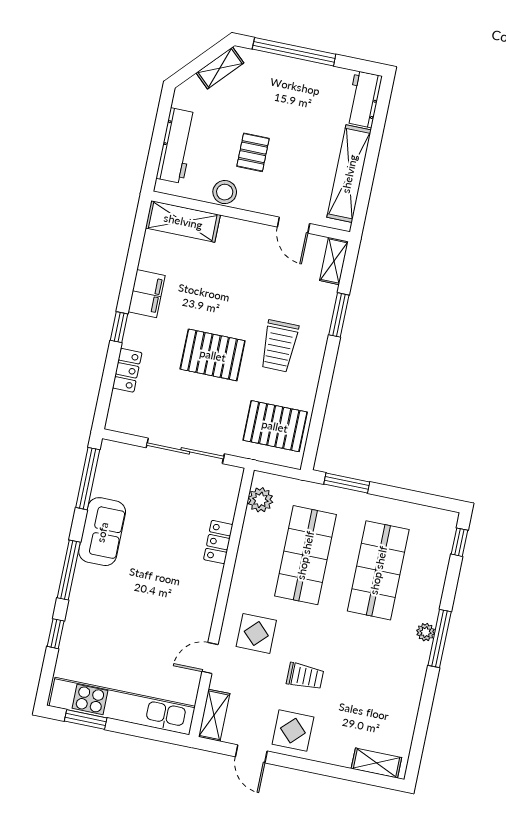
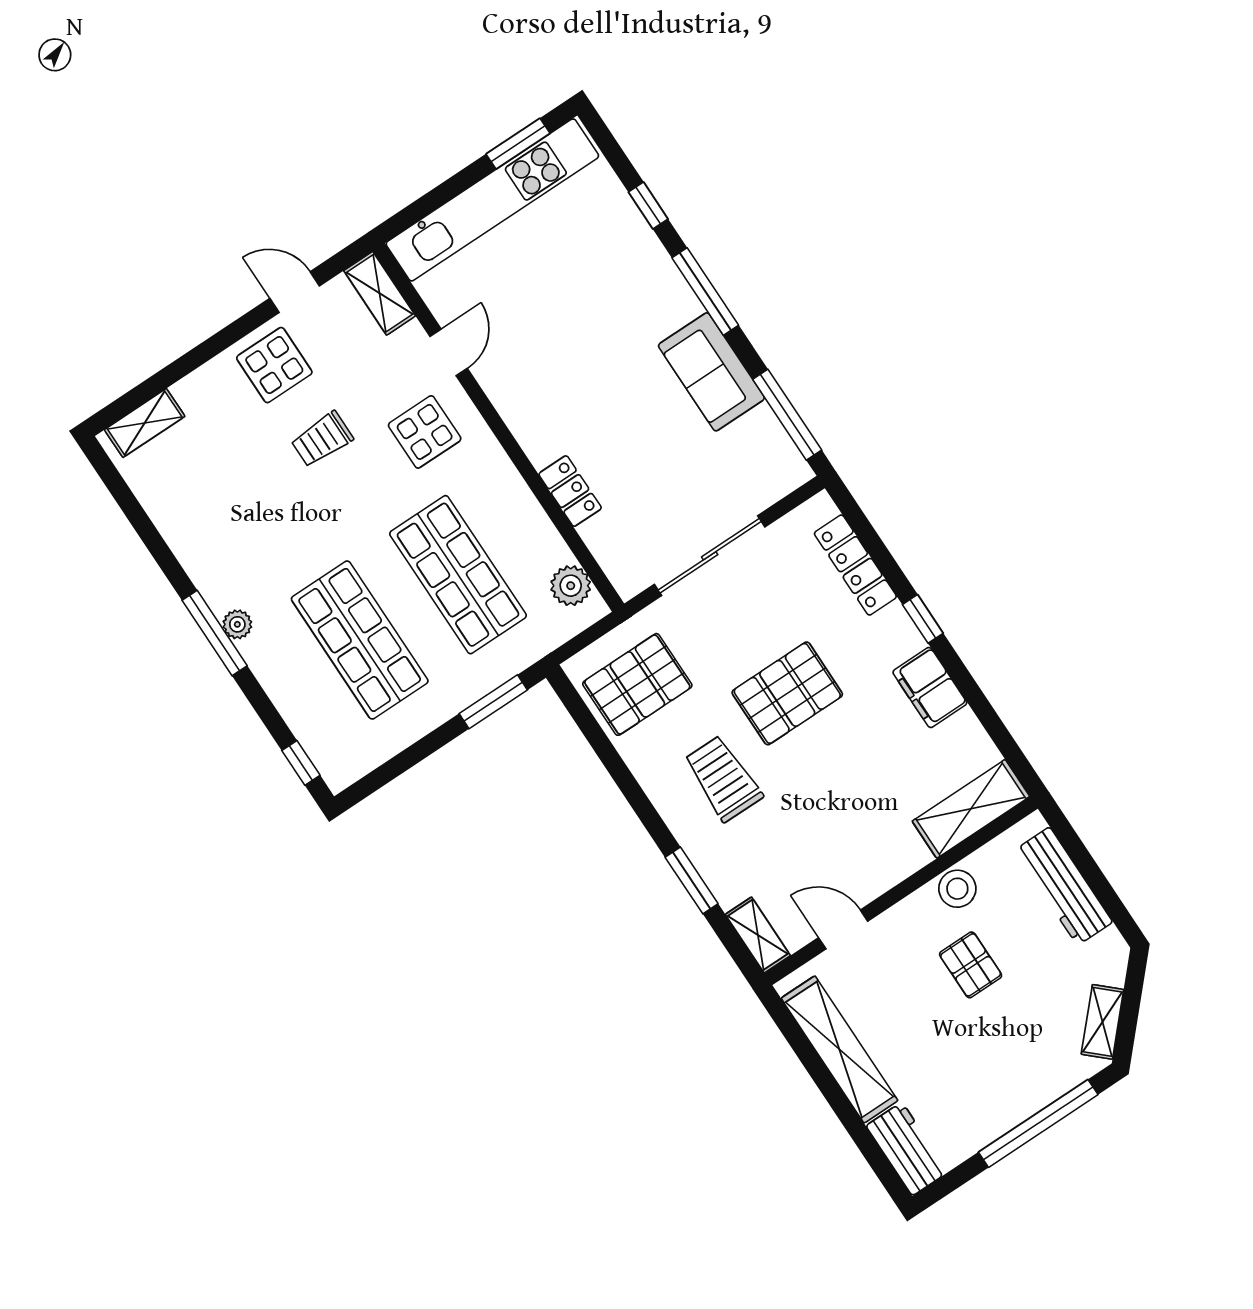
locker: (127, 370) -> (855, 565), width x1.53

